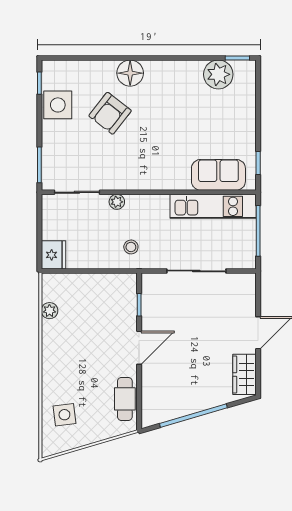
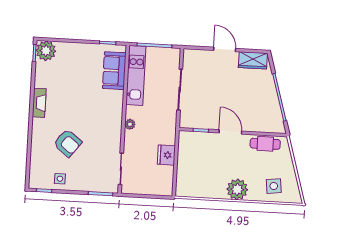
fireplace: (166, 69) -> (39, 103), added
floor lamp: (130, 73) -> (41, 128), removed
plant: (218, 74) -> (46, 51), moved
side table: (58, 105) -> (60, 179), width x0.54, depth x0.54
plant: (117, 202) -> (130, 124), moved
stool: (131, 247) -> (161, 134), removed
fridge: (54, 255) -> (166, 155), moved, turned -90
plant: (49, 311) -> (237, 189), moved, width x1.88, depth x1.88

